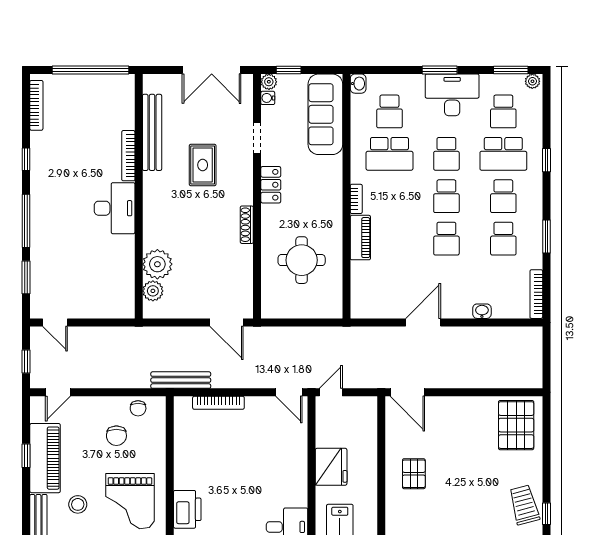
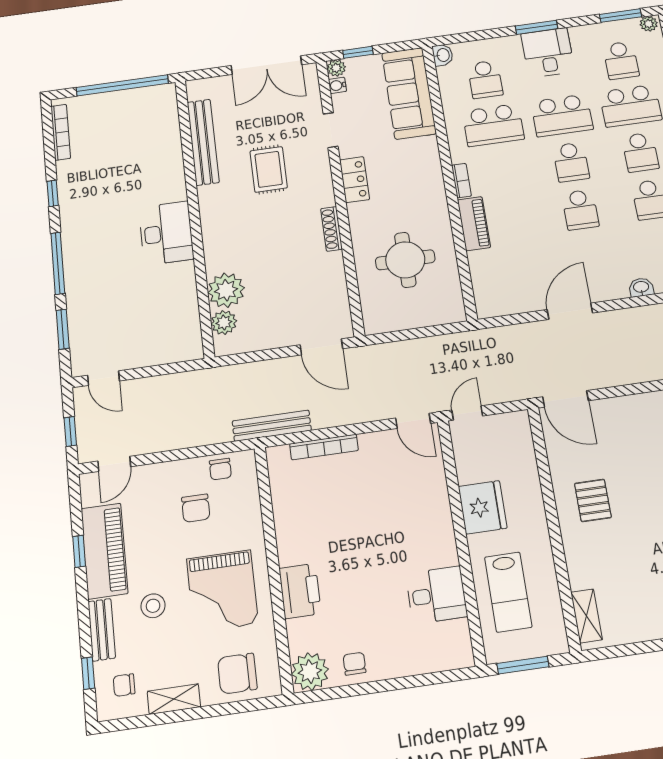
desk: (452, 95) -> (548, 53), width x0.73
school desk: (446, 154) -> (562, 115), width x1.85
bookcase: (128, 156) -> (177, 172), removed

